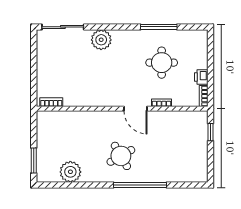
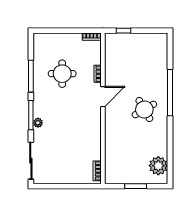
window: (115, 27) -> (31, 115), added
plant: (101, 40) -> (38, 123), width x0.53, depth x0.53
printer: (201, 77) -> (75, 39), removed
window: (34, 160) -> (136, 186), moved
plant: (70, 172) -> (158, 166), moved

